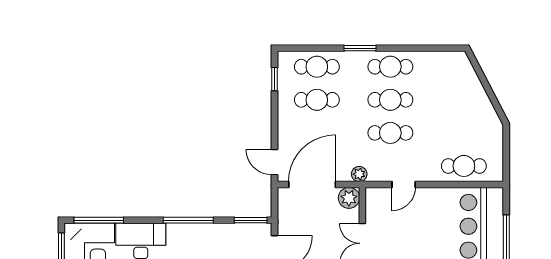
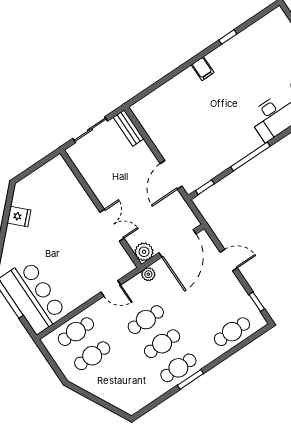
window: (360, 48) -> (190, 379), moved
cafe table: (317, 100) -> (92, 356), moved
door: (274, 162) -> (229, 260), moved
door: (404, 185) -> (111, 288), swing flipped
window: (251, 220) -> (205, 187), width x0.67

